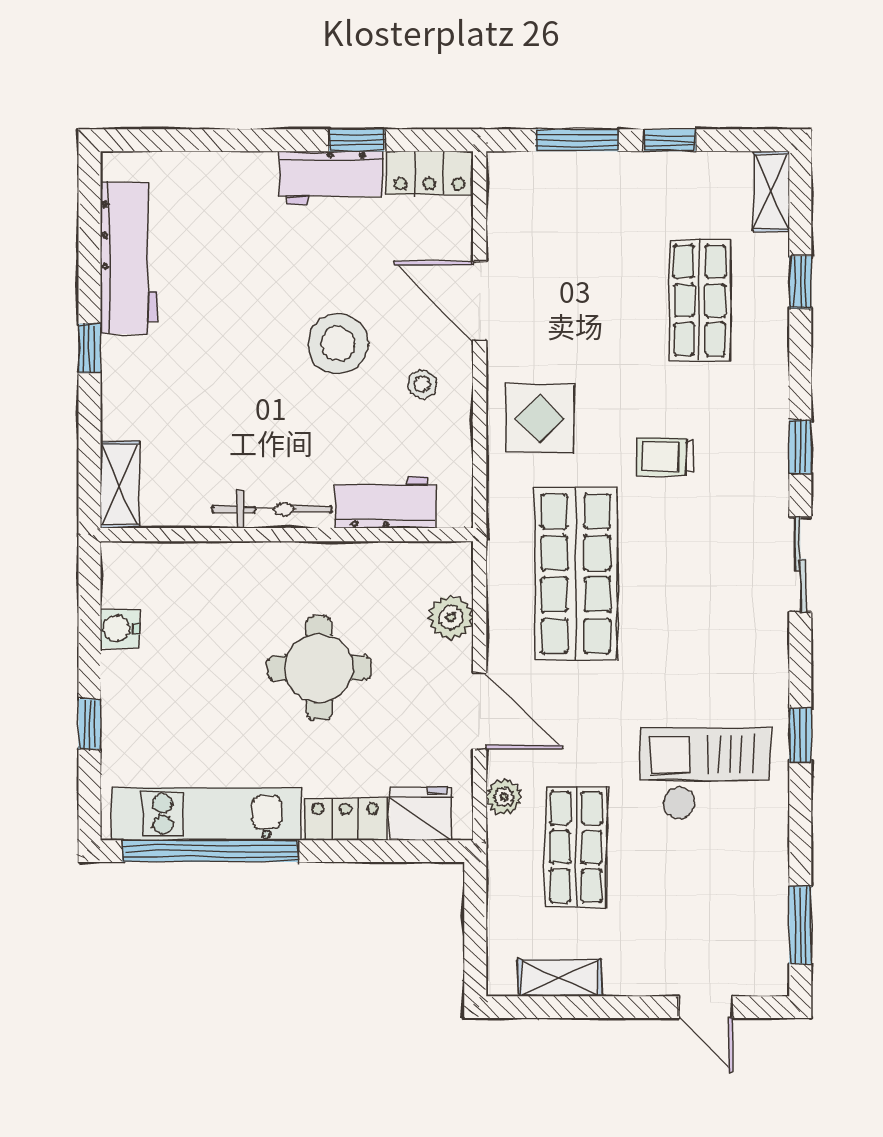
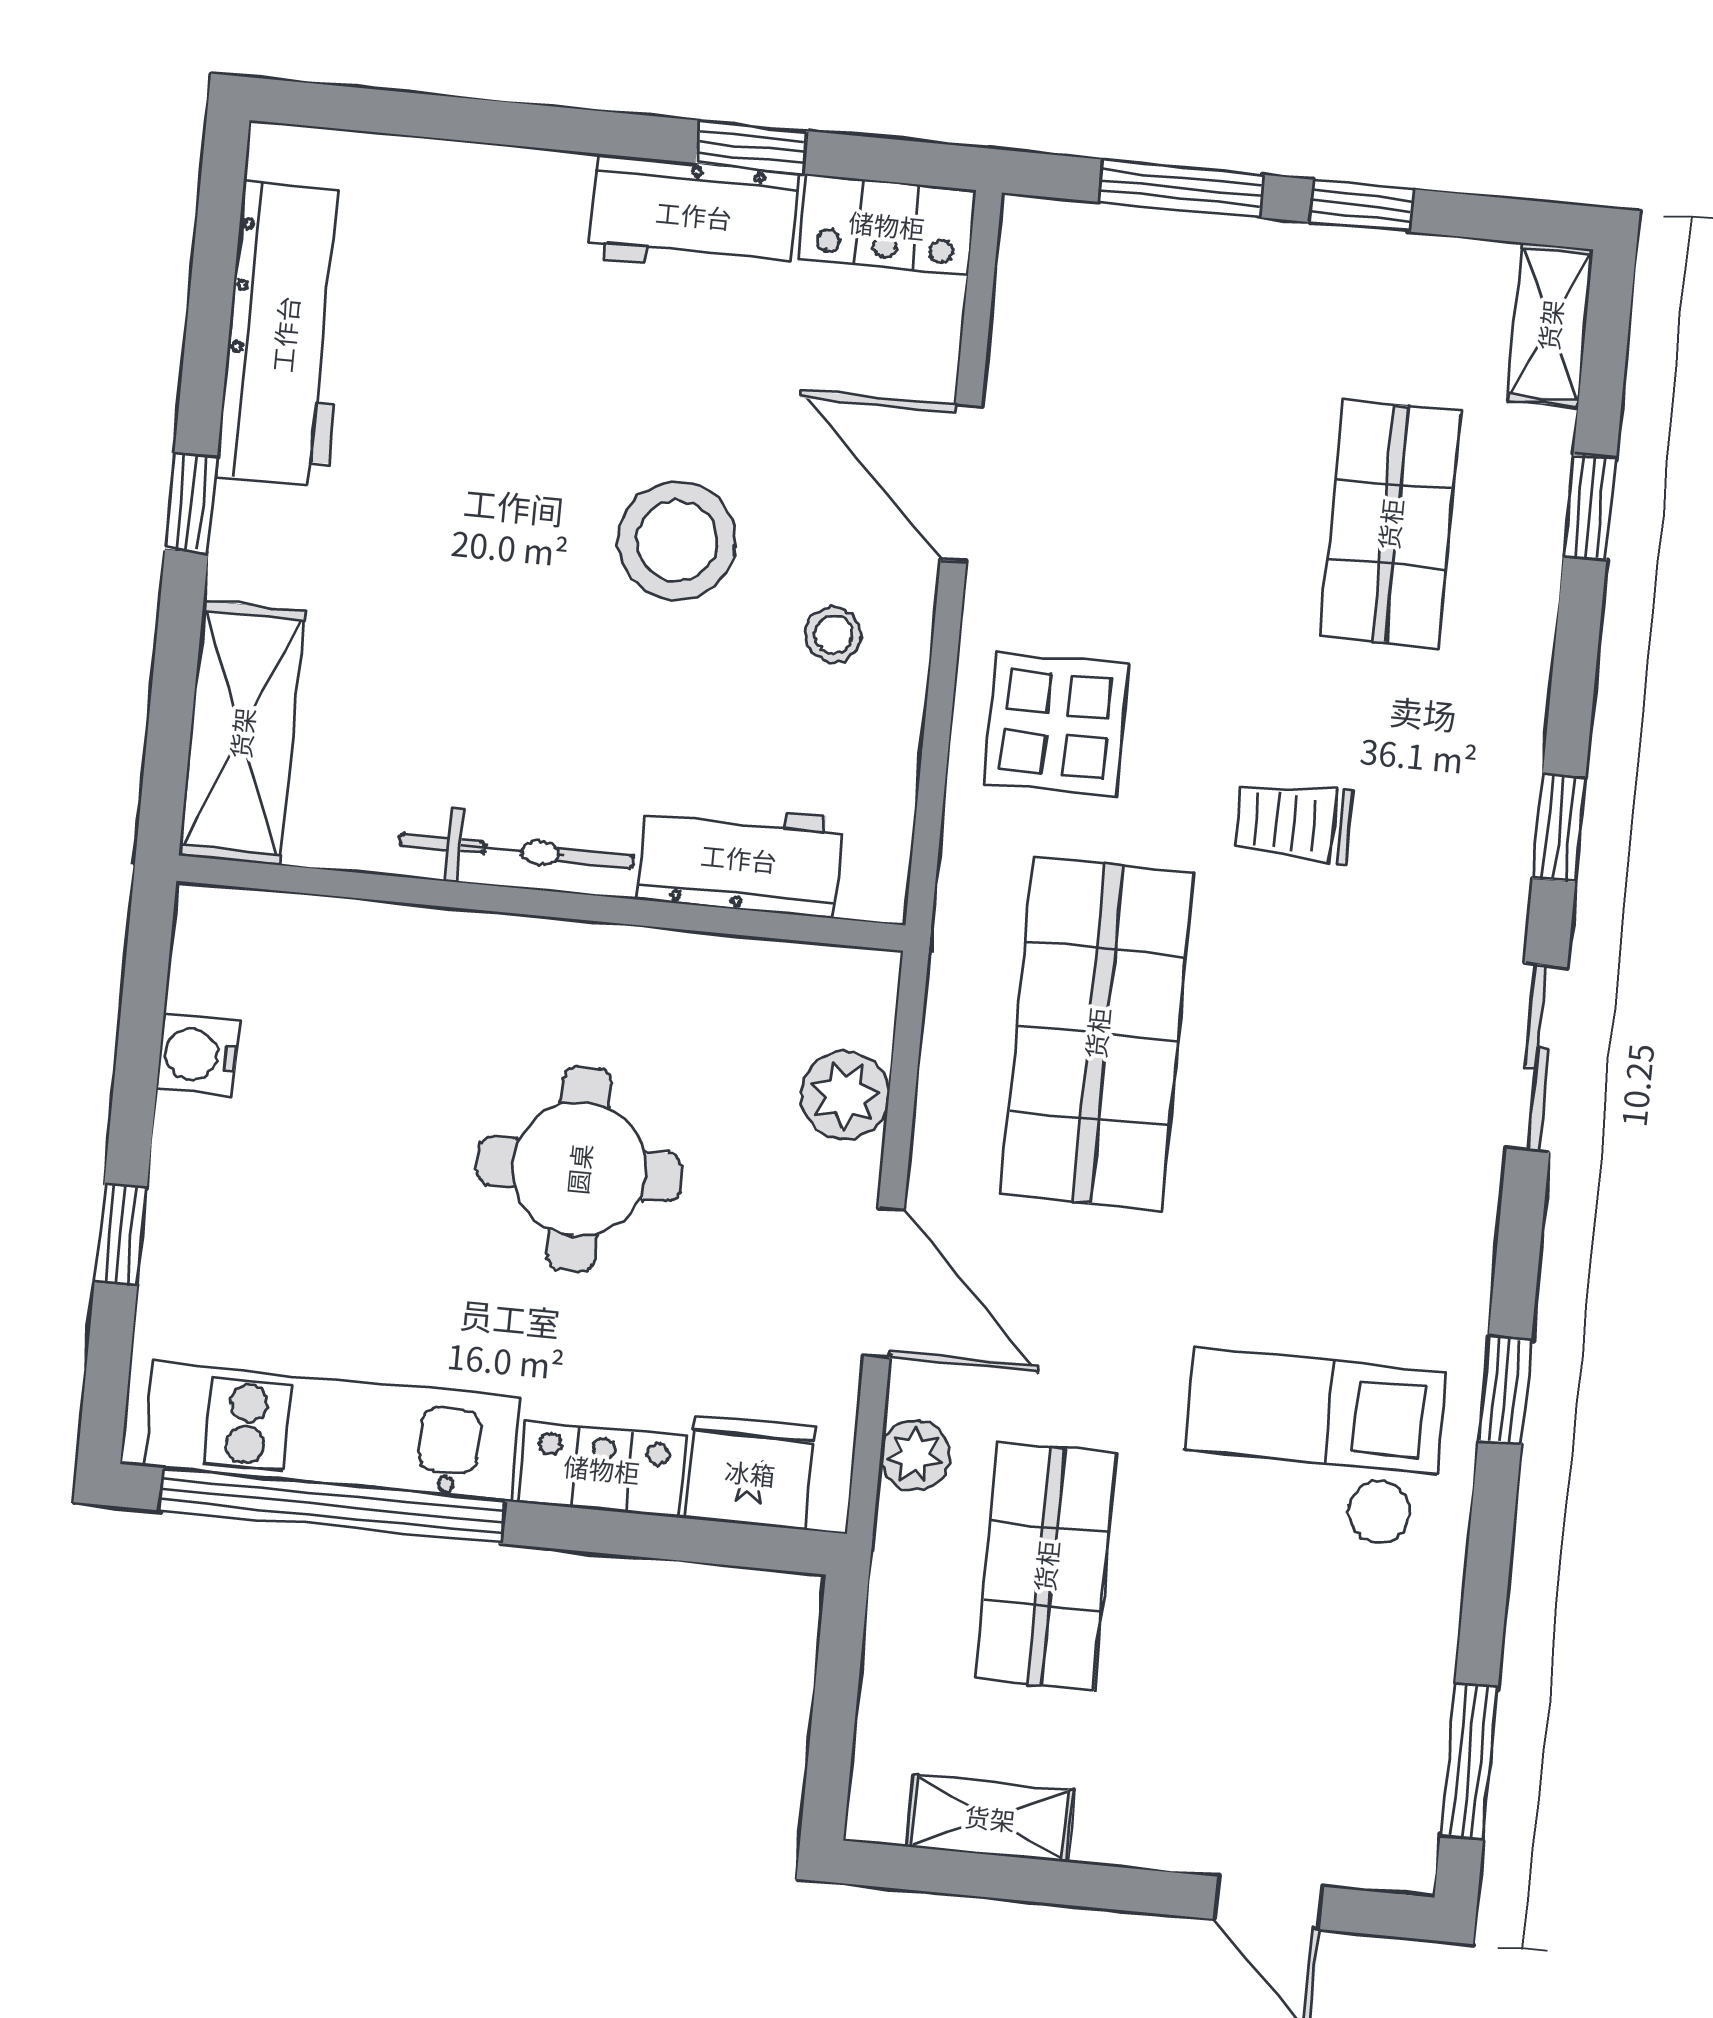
shelving: (120, 485) -> (242, 733), width x1.50, depth x1.33

